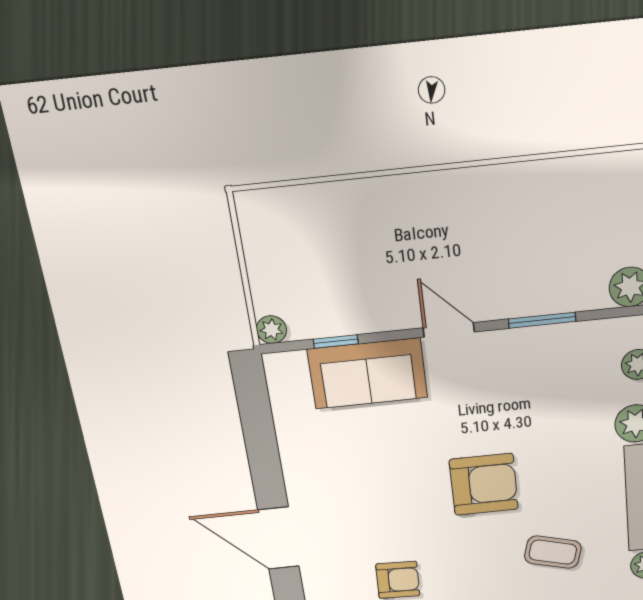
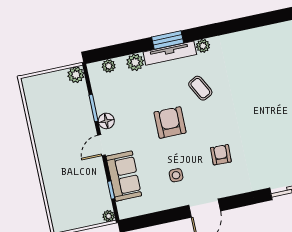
floor lamp: (506, 347) -> (106, 121), added
side table: (360, 486) -> (176, 175), added
coffee table: (553, 552) -> (200, 88), turned -43

